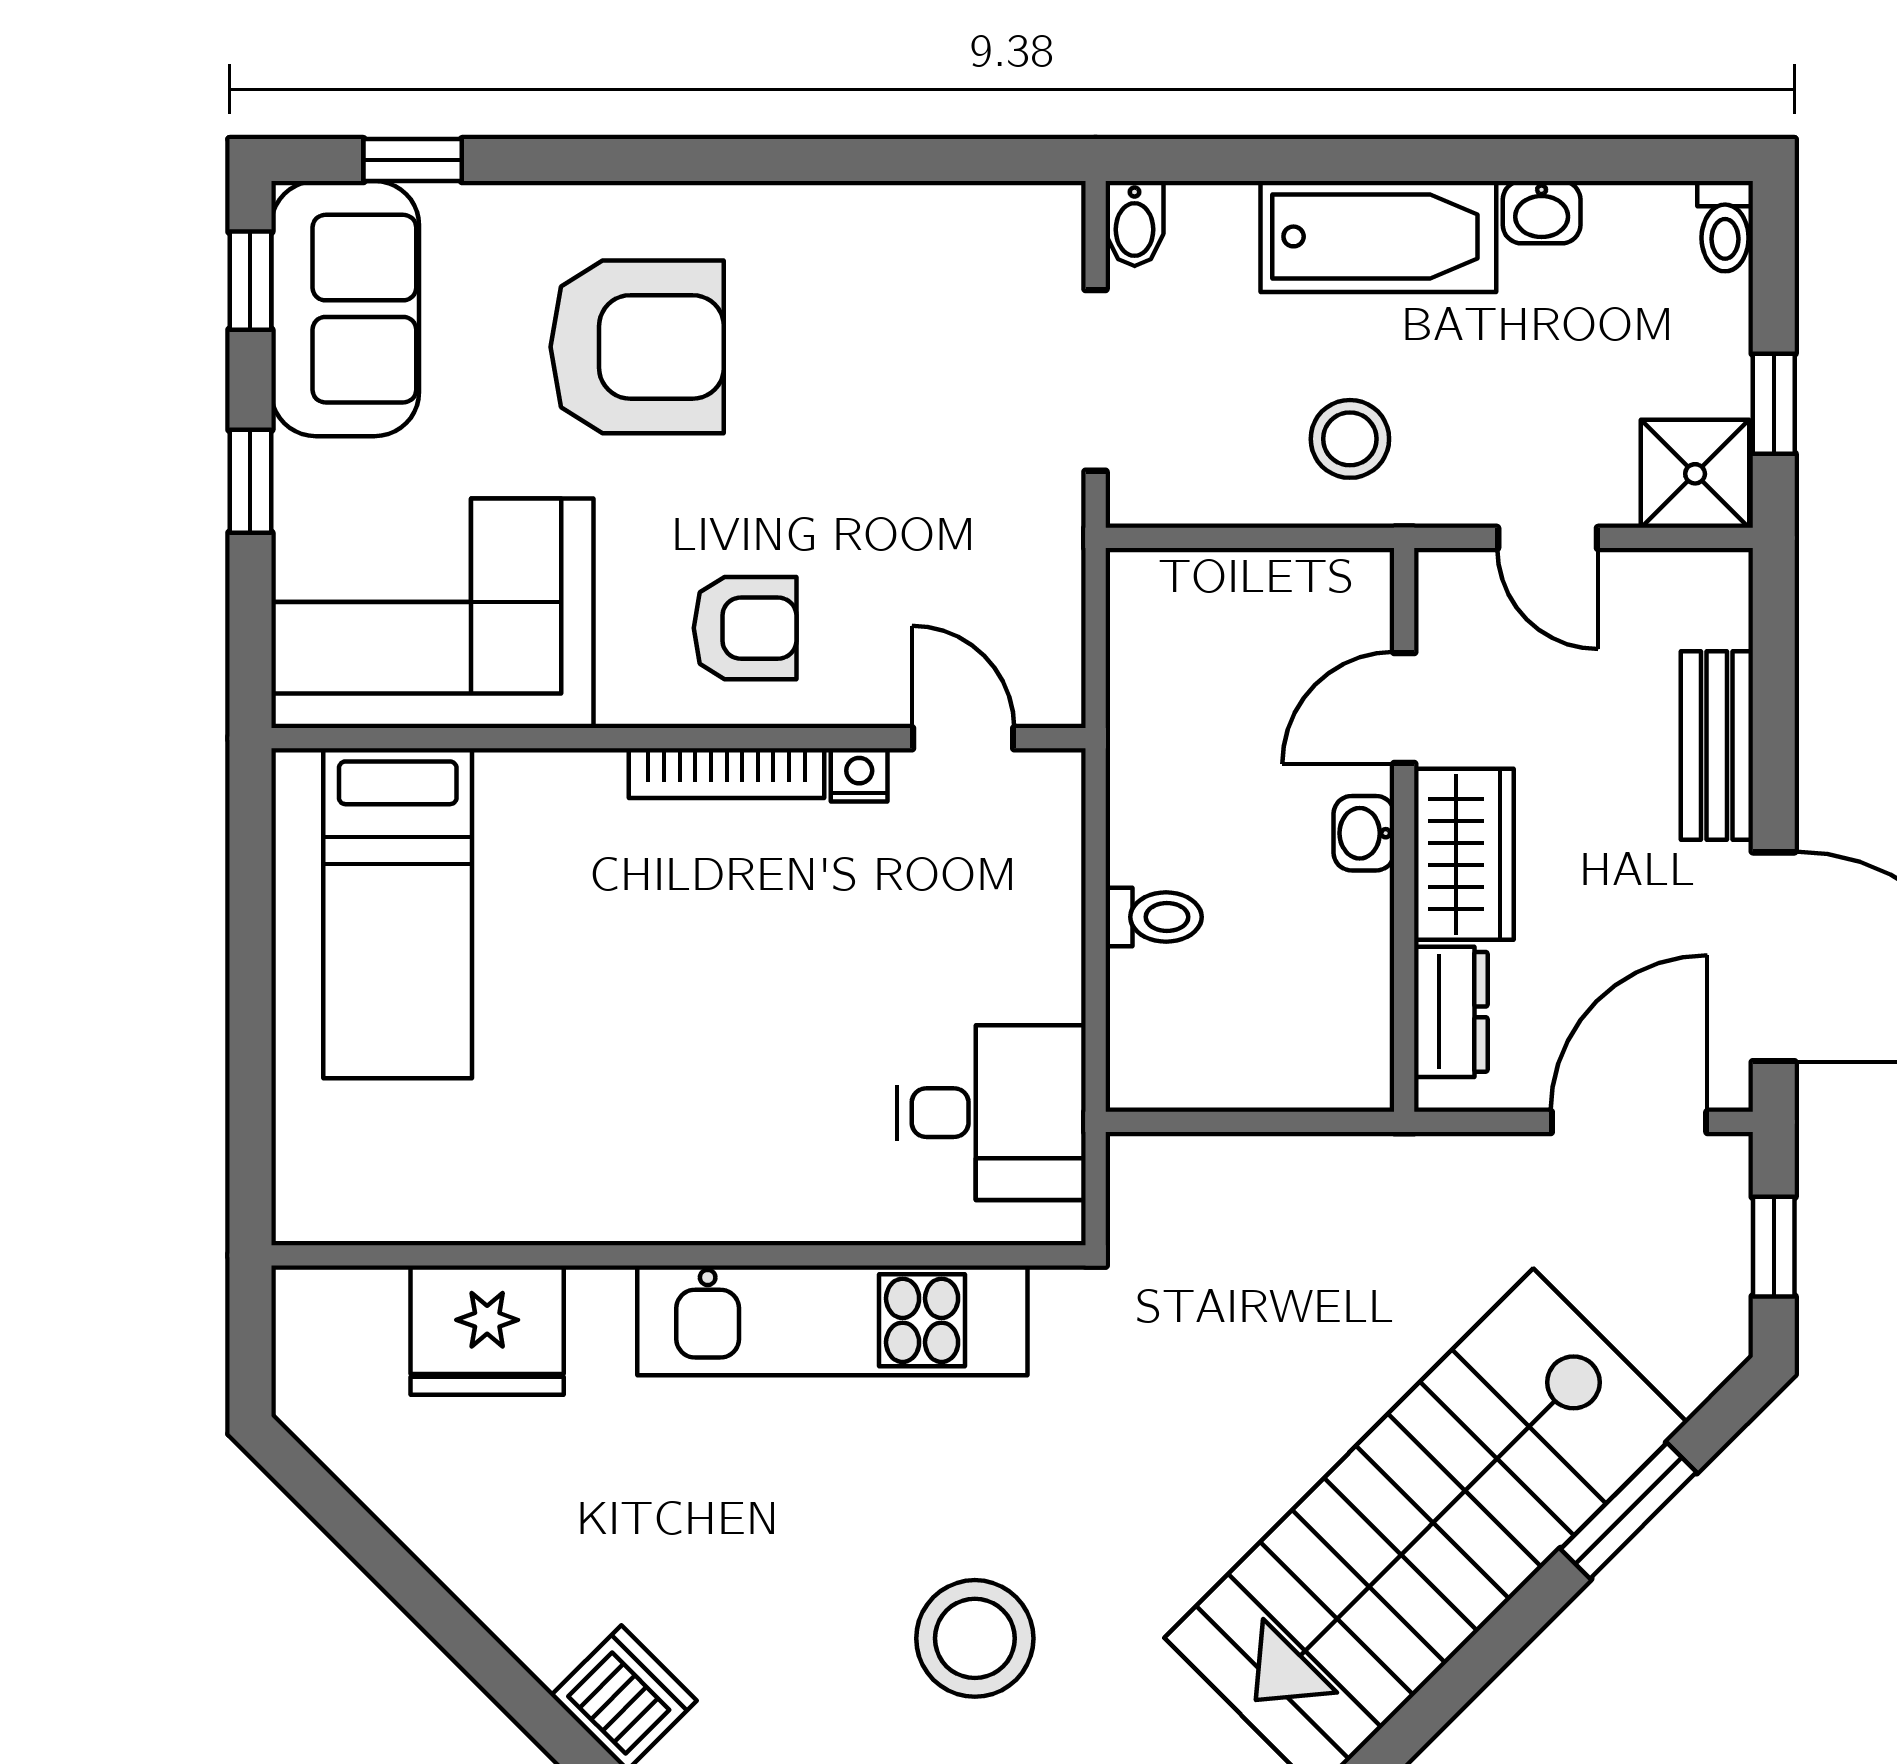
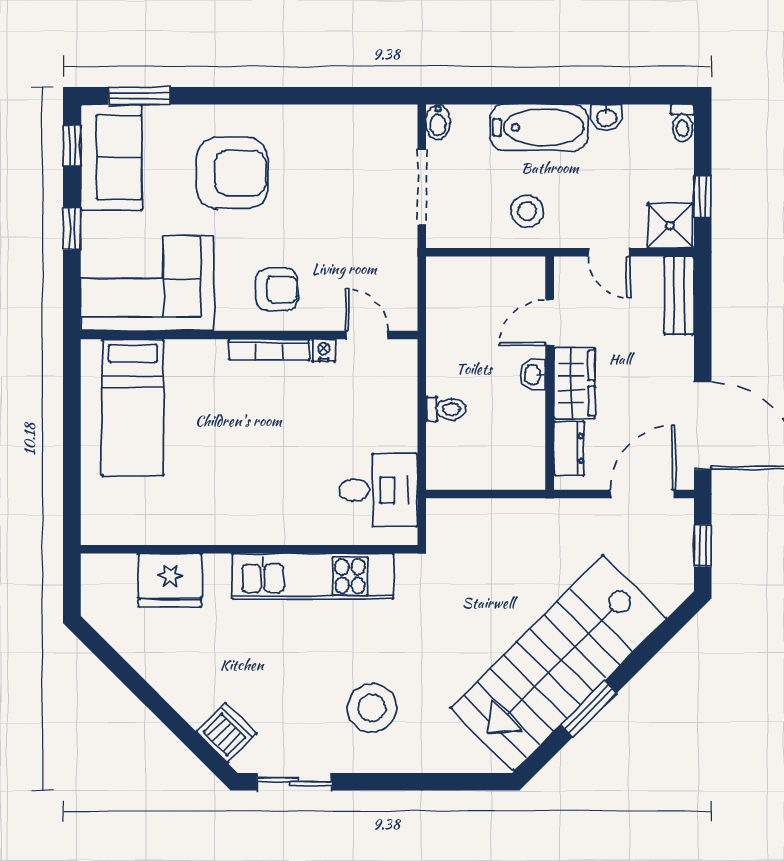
window: (413, 160) -> (139, 96), width x1.50
bench: (1717, 746) -> (679, 295), moved
window: (1629, 1511) -> (588, 709), moved

